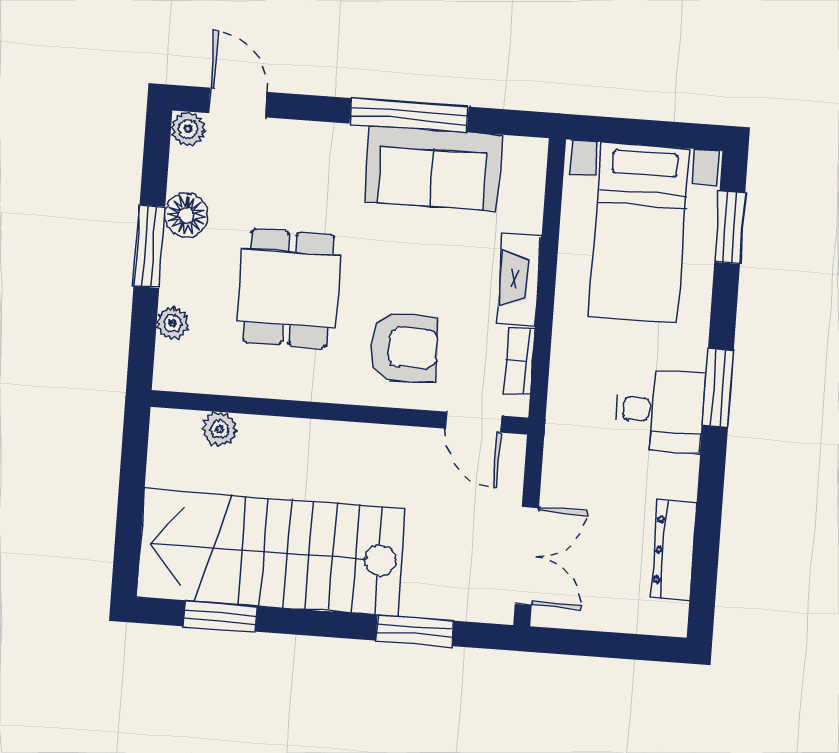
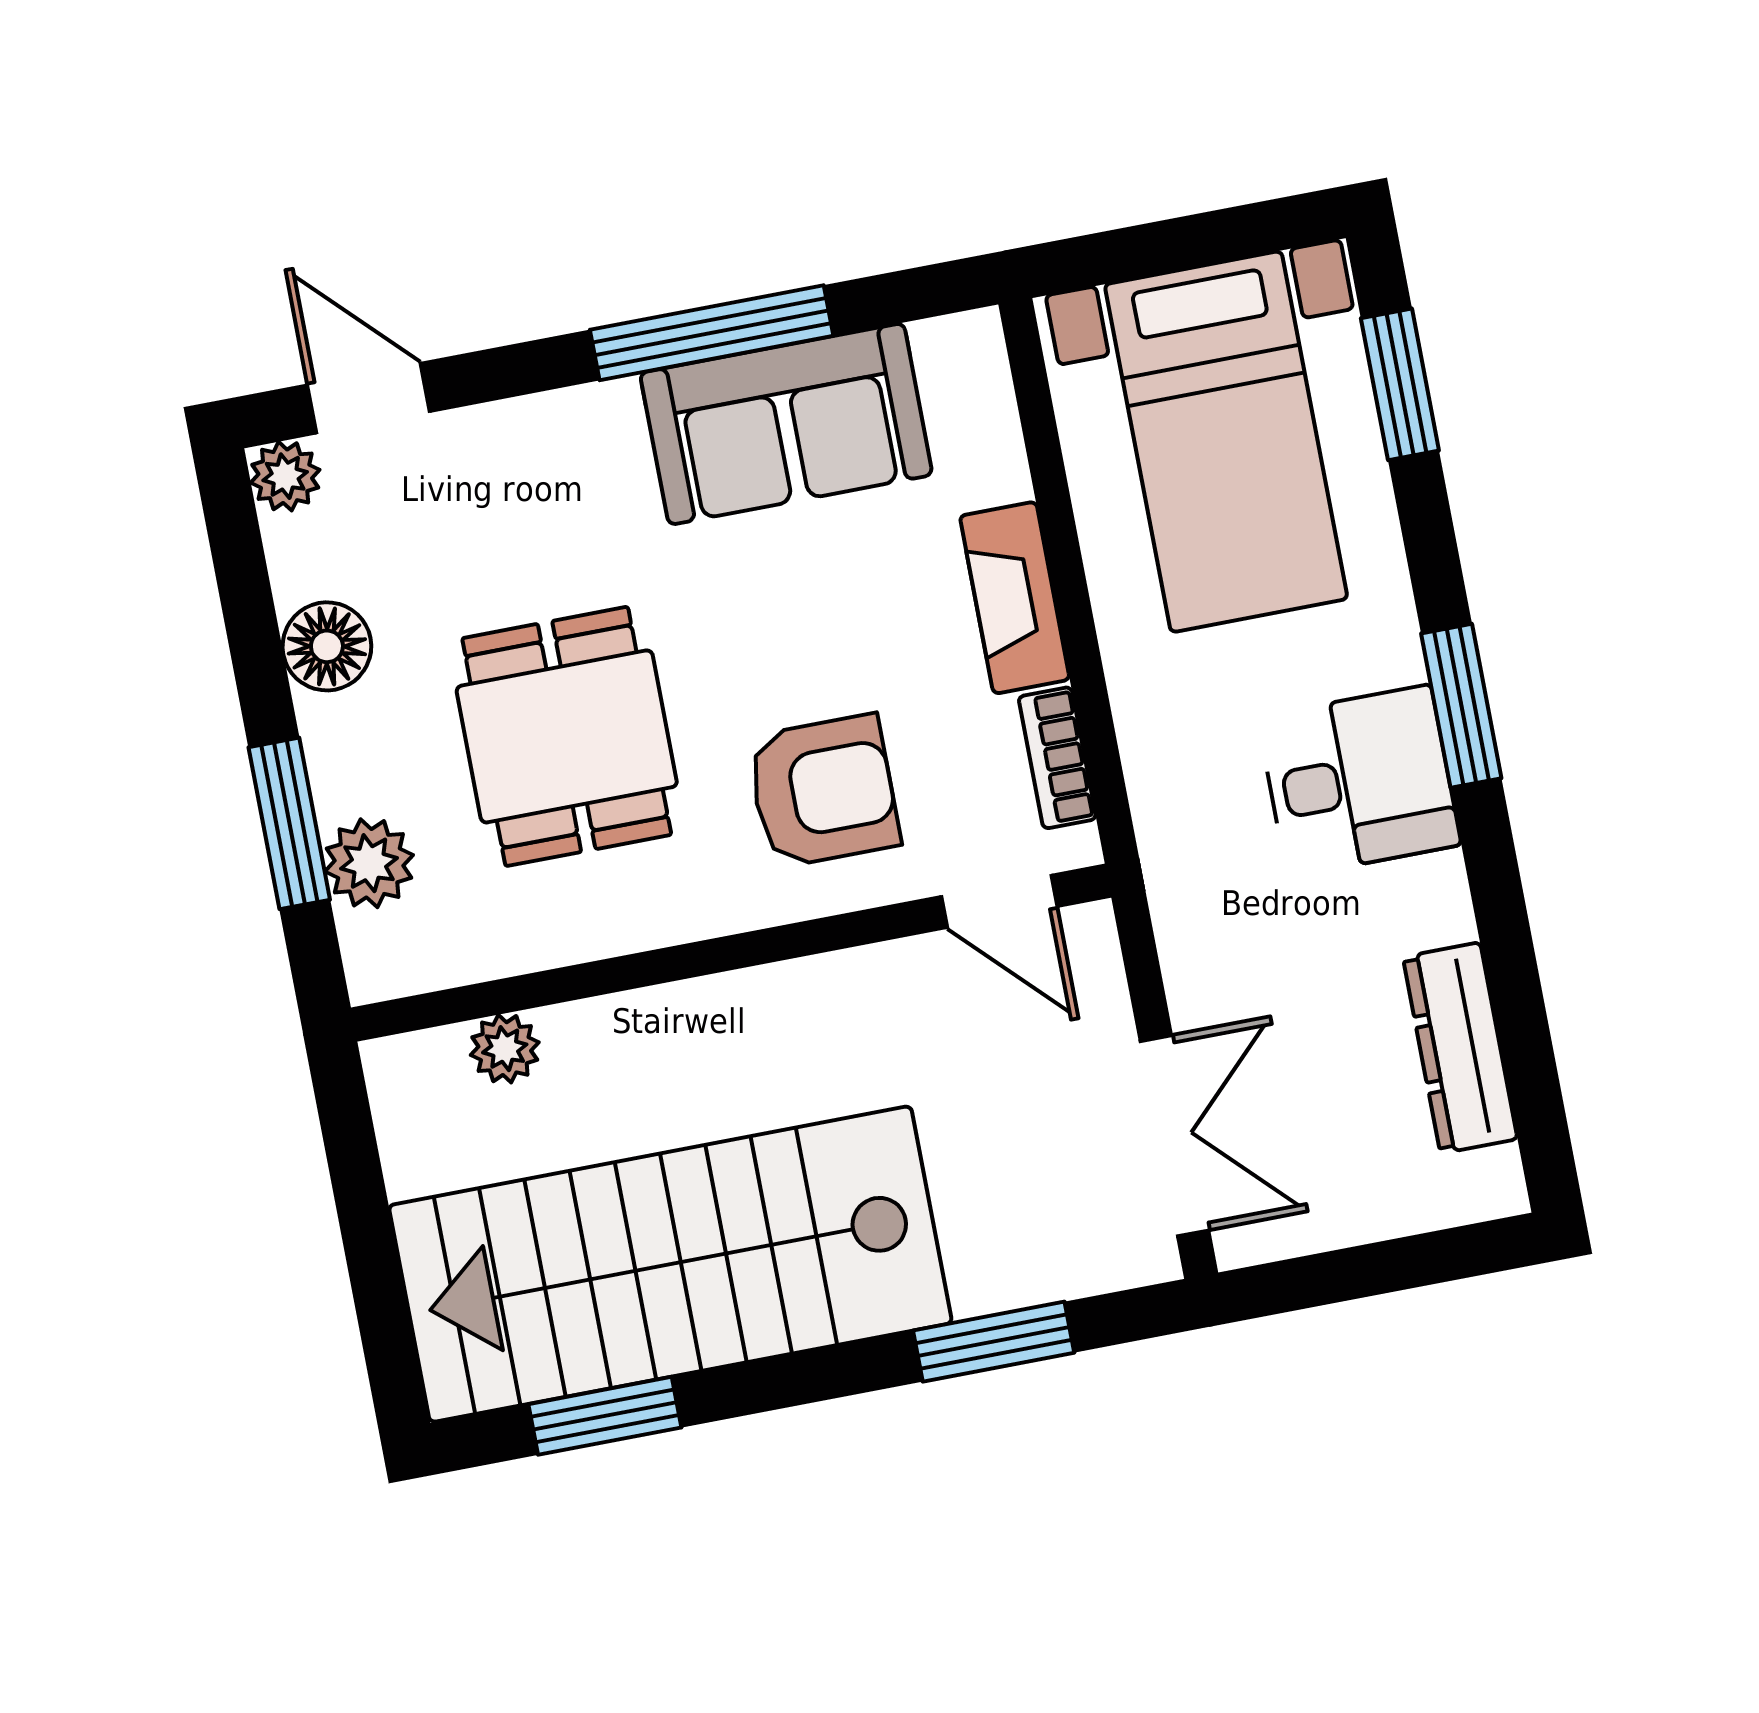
window: (149, 246) -> (289, 823), moved
plant: (173, 323) -> (369, 863), width x1.38, depth x1.38

